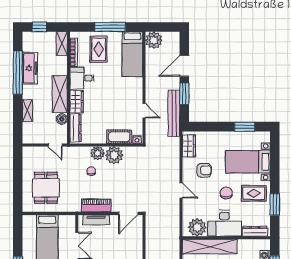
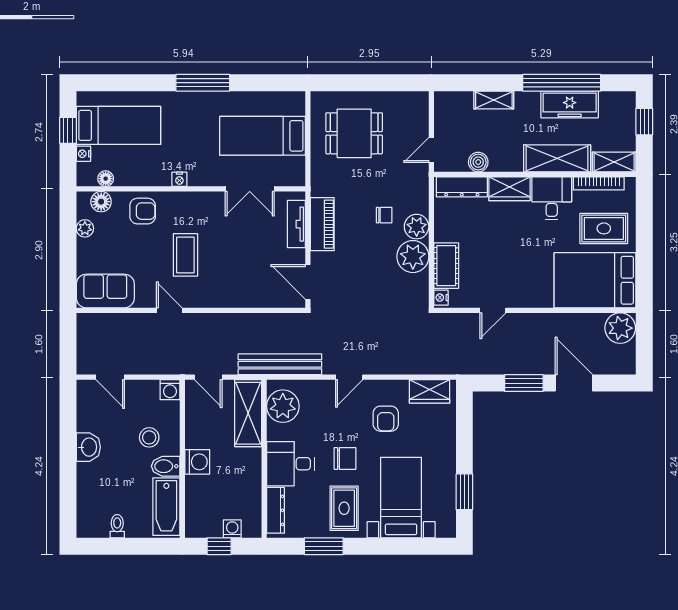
window: (110, 27) -> (644, 249), removed
bed: (132, 54) -> (595, 280), width x1.50
shelving: (60, 94) -> (557, 158), moved
bench: (174, 113) -> (280, 364), moved
desk: (225, 223) -> (290, 464), width x0.73
shelving: (210, 247) -> (248, 413), width x0.68

